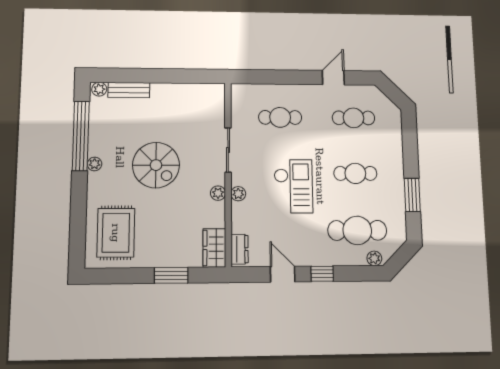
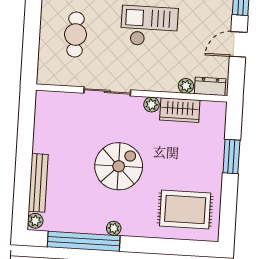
bench: (129, 90) -> (38, 183), width x1.36
plant: (238, 194) -> (186, 86), moved
wardrobe: (214, 248) -> (180, 110), moved

